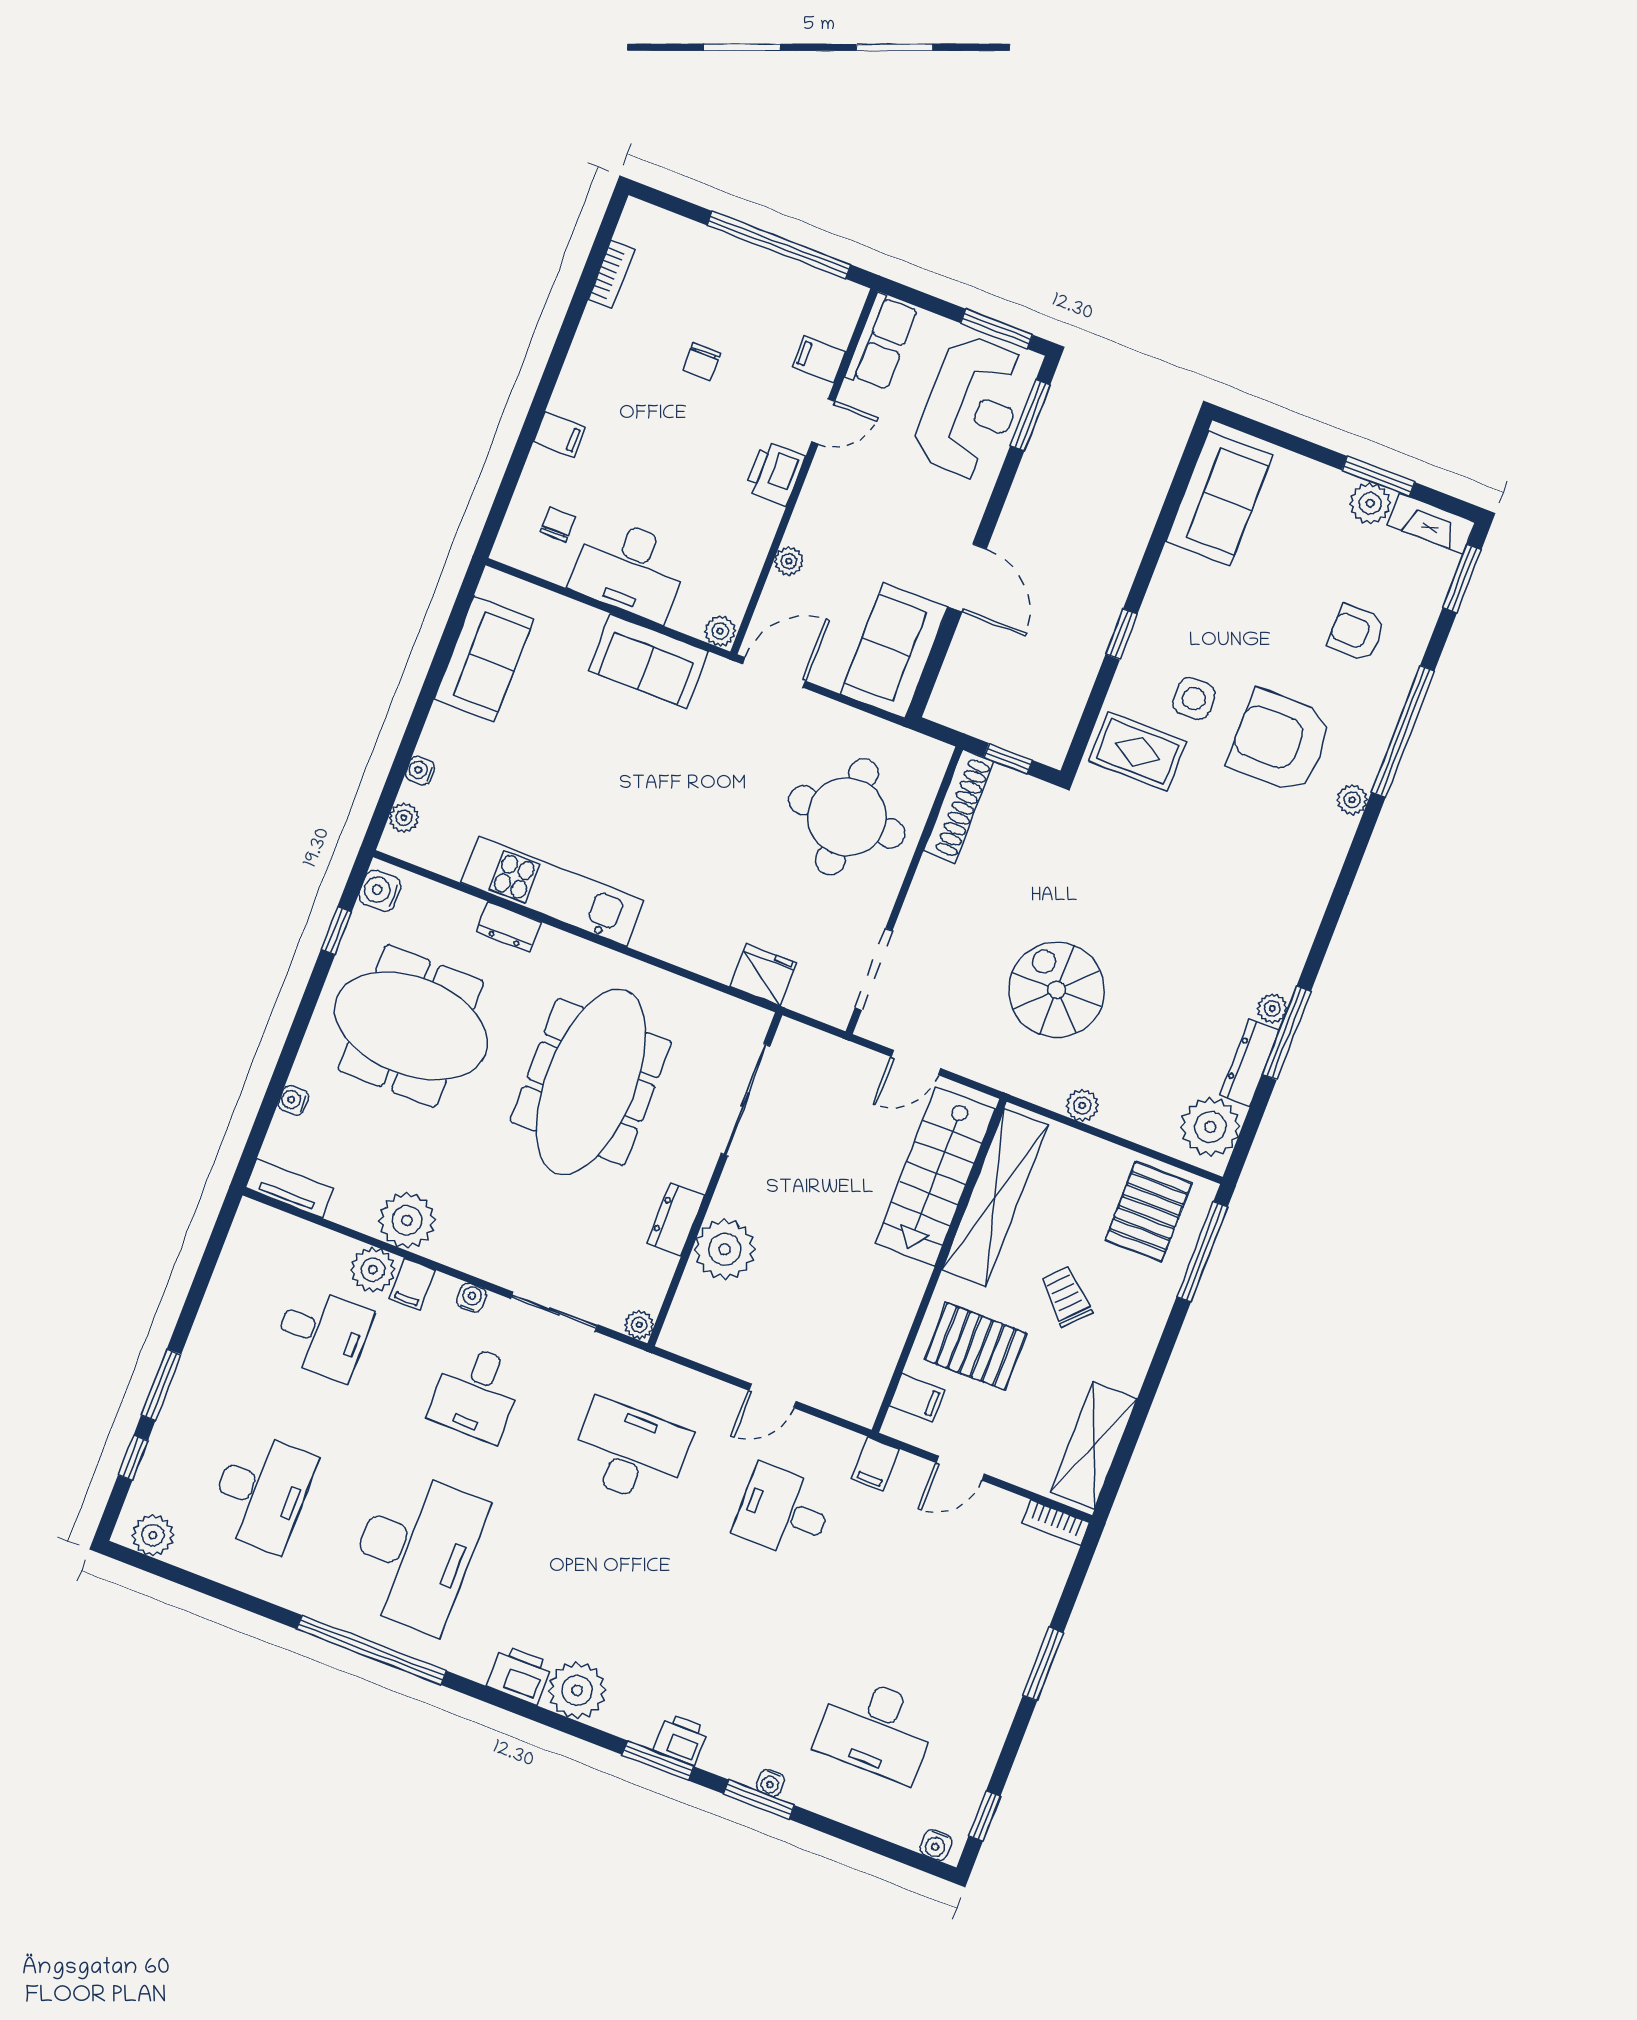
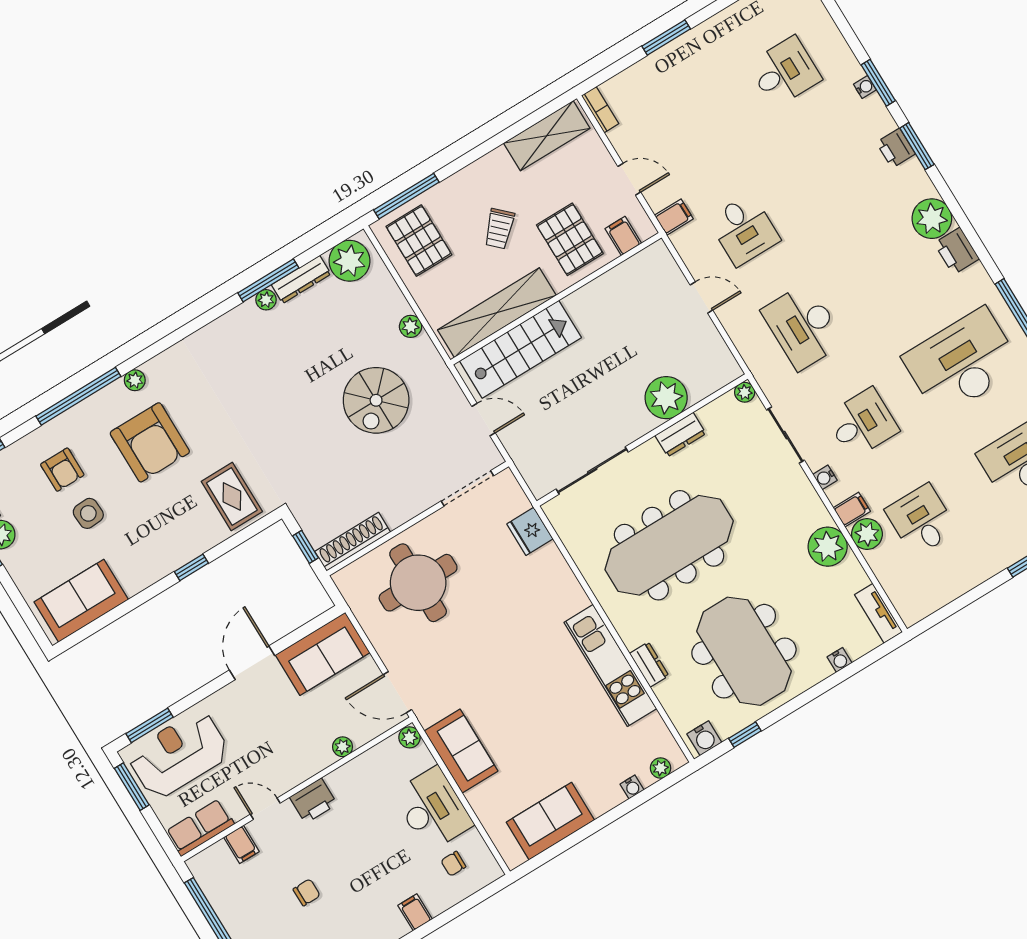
side table: (1194, 699) -> (88, 513), moved
pallet: (1148, 1212) -> (419, 241), turned 90
desk: (876, 1729) -> (785, 72), width x0.73

